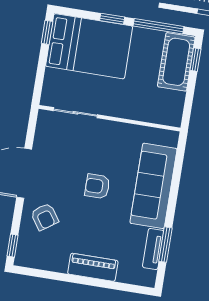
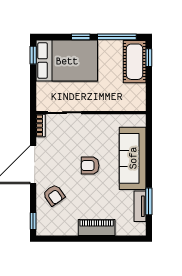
bookcase: (42, 124) -> (41, 125), added

